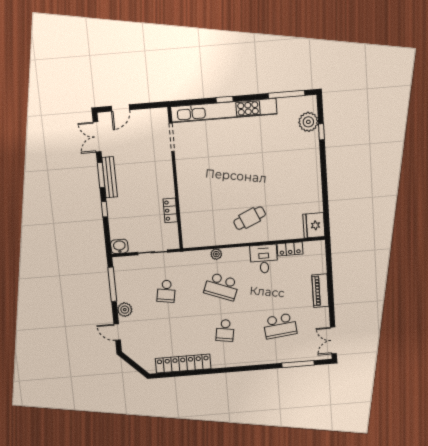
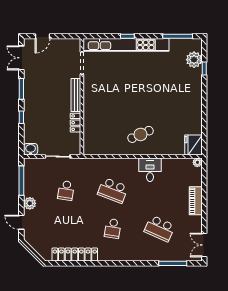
bench: (110, 177) -> (76, 95), moved
locker: (290, 249) -> (172, 163), removed
plant: (216, 254) -> (197, 162), moved
school desk: (280, 326) -> (160, 228), turned 30

